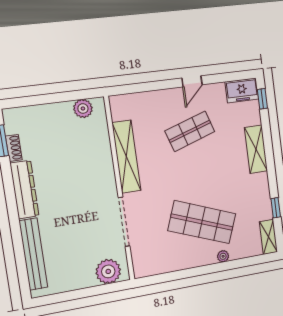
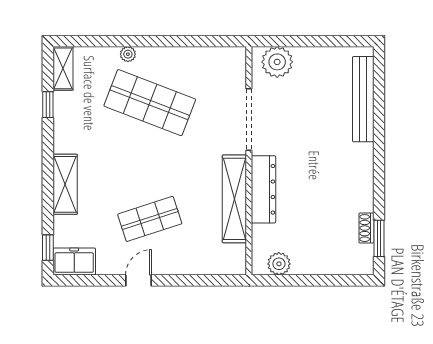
dresser: (24, 190) -> (263, 189), moved, turned 180

